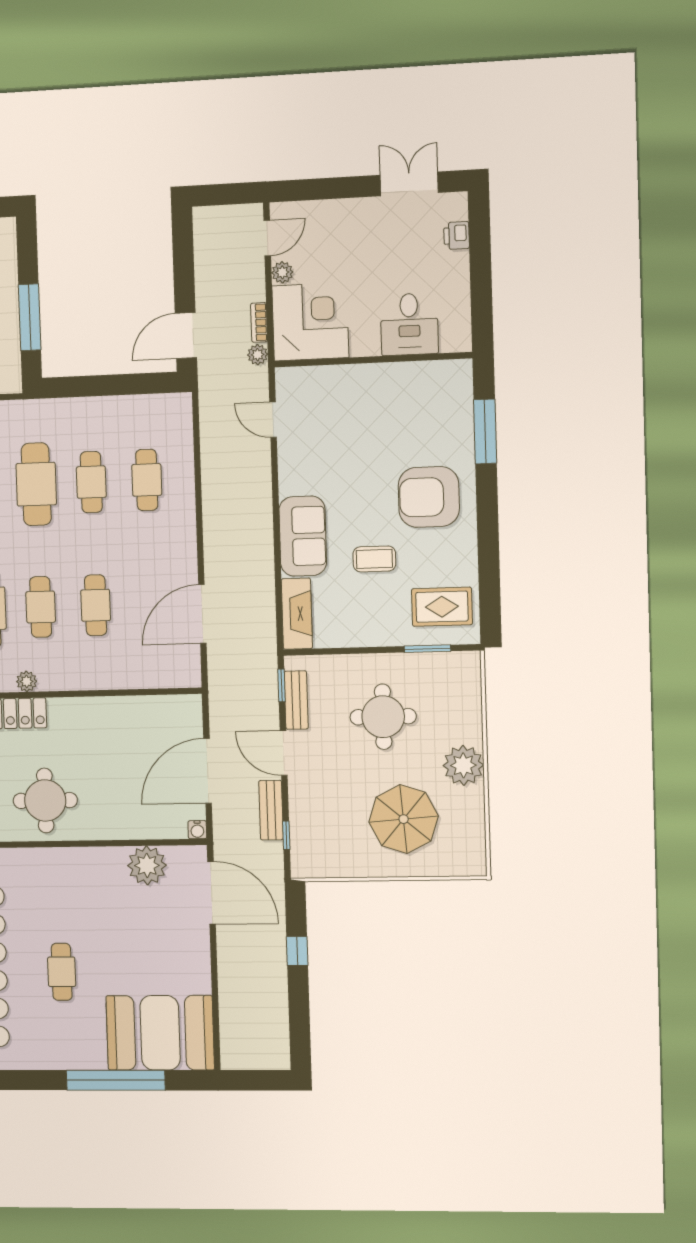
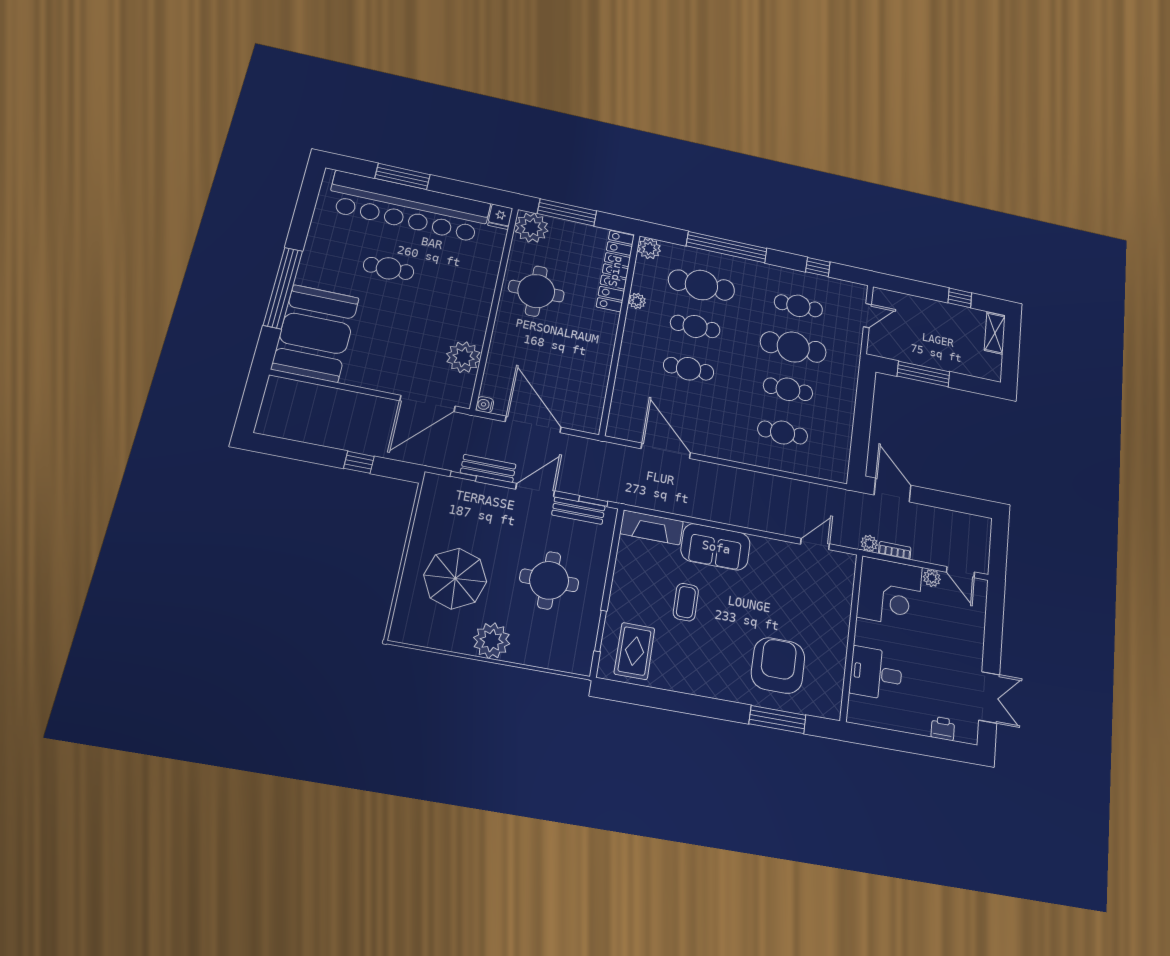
armchair: (429, 497) -> (778, 665), moved

